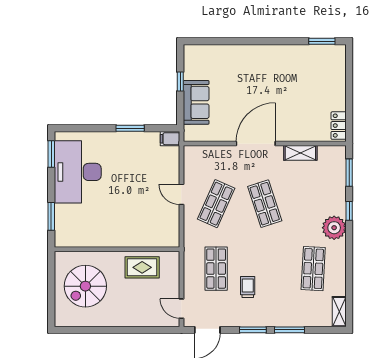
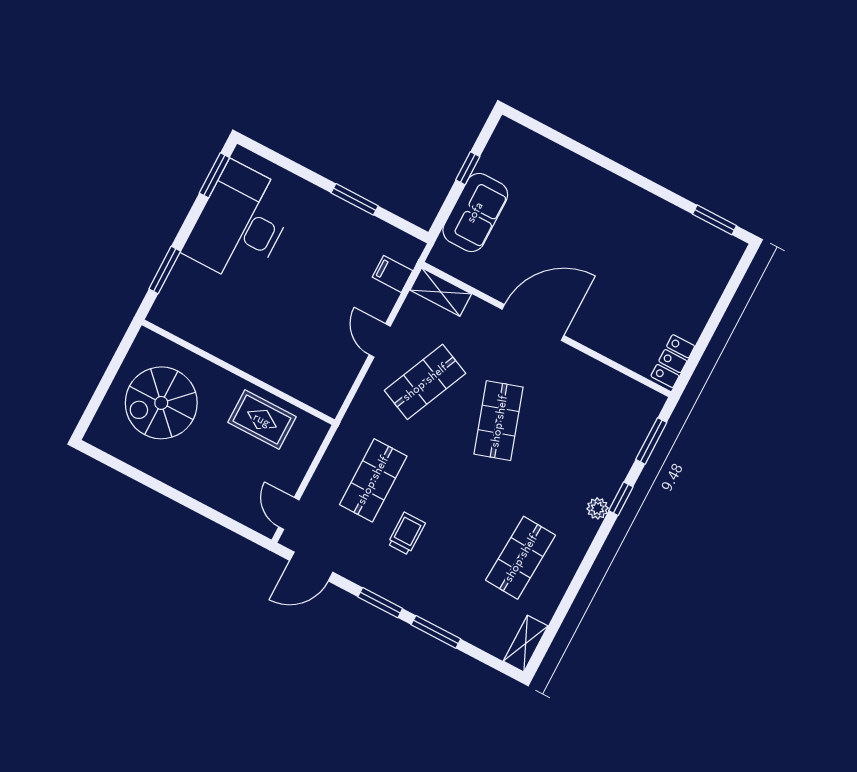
filing cabinet: (170, 139) -> (392, 274), moved
shelving: (300, 153) -> (441, 292), moved
plant: (334, 228) -> (598, 508), width x0.53, depth x0.53

